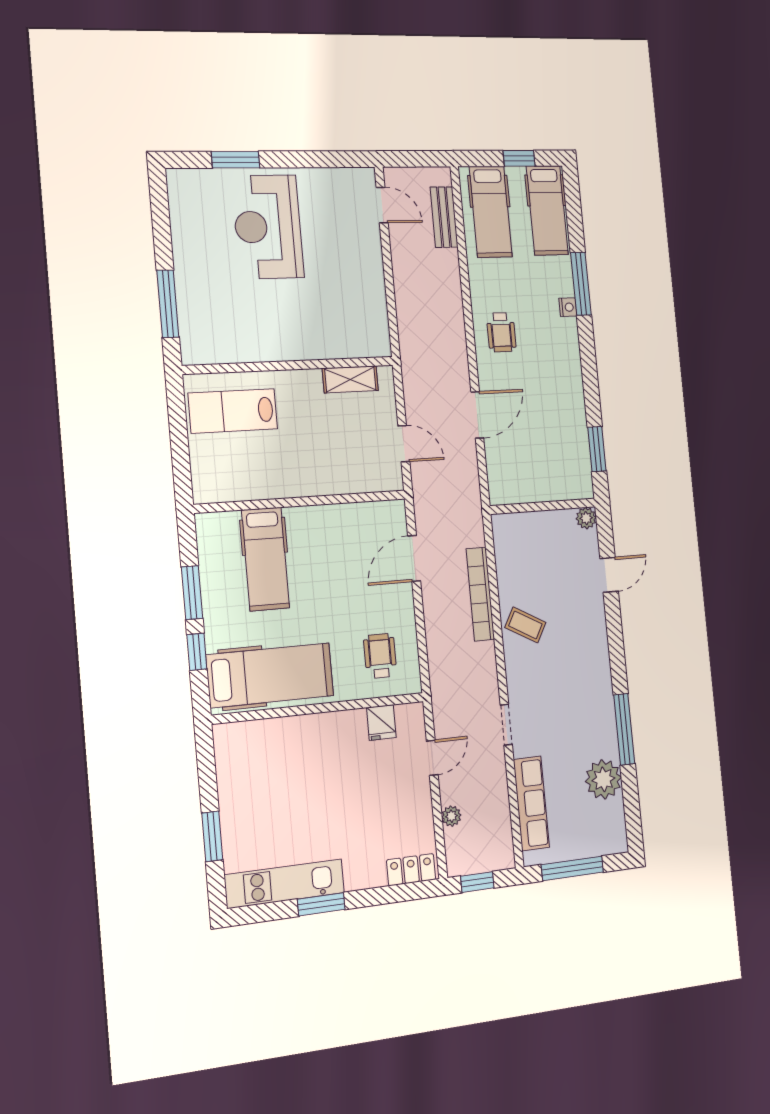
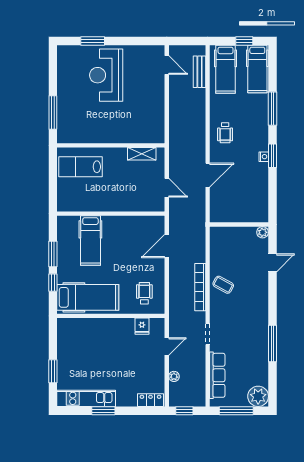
nightstand: (568, 307) -> (264, 157), moved
window: (597, 449) -> (272, 156), moved
bookcase: (480, 594) -> (200, 287), moved
plant: (603, 779) -> (258, 396), moved

